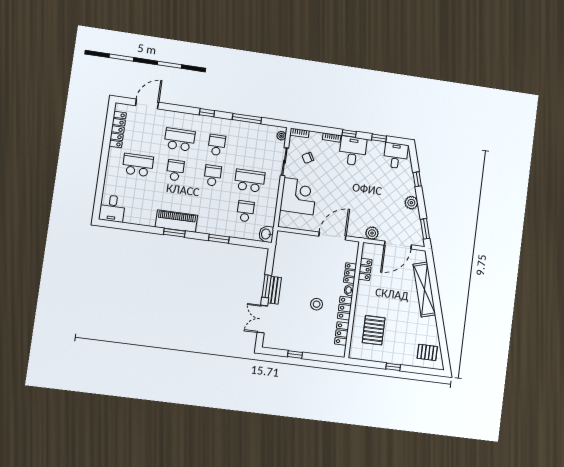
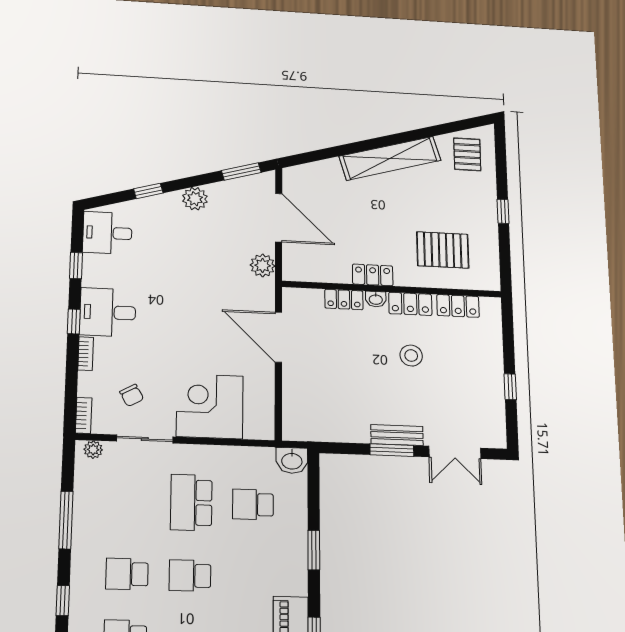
locker: (365, 269) -> (373, 275), moved
shelving: (424, 289) -> (390, 158), moved

